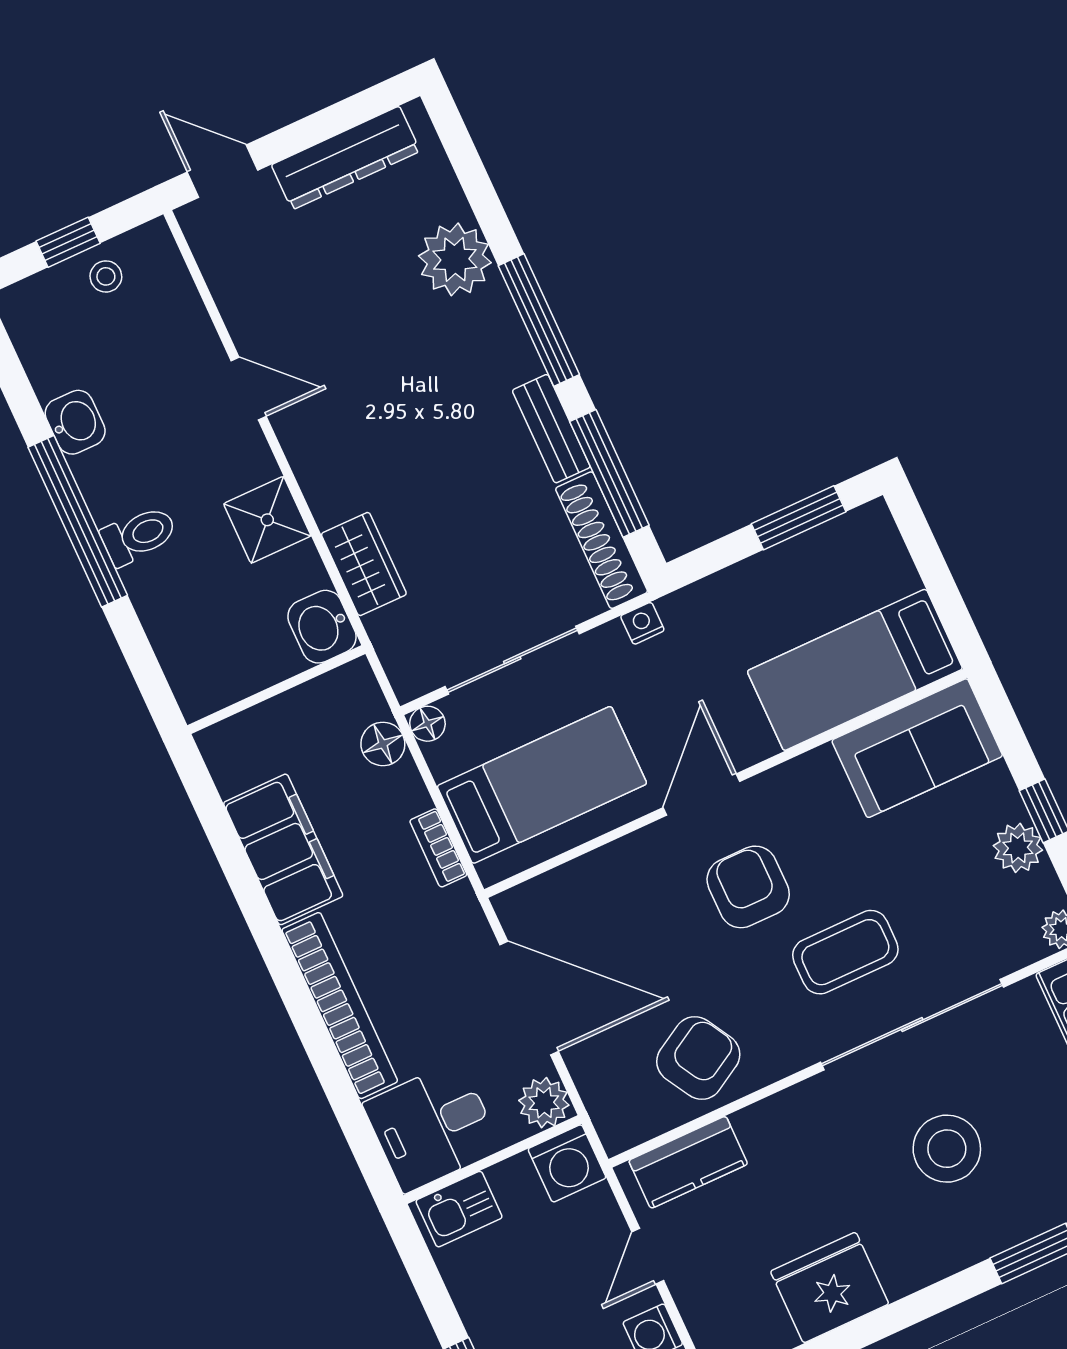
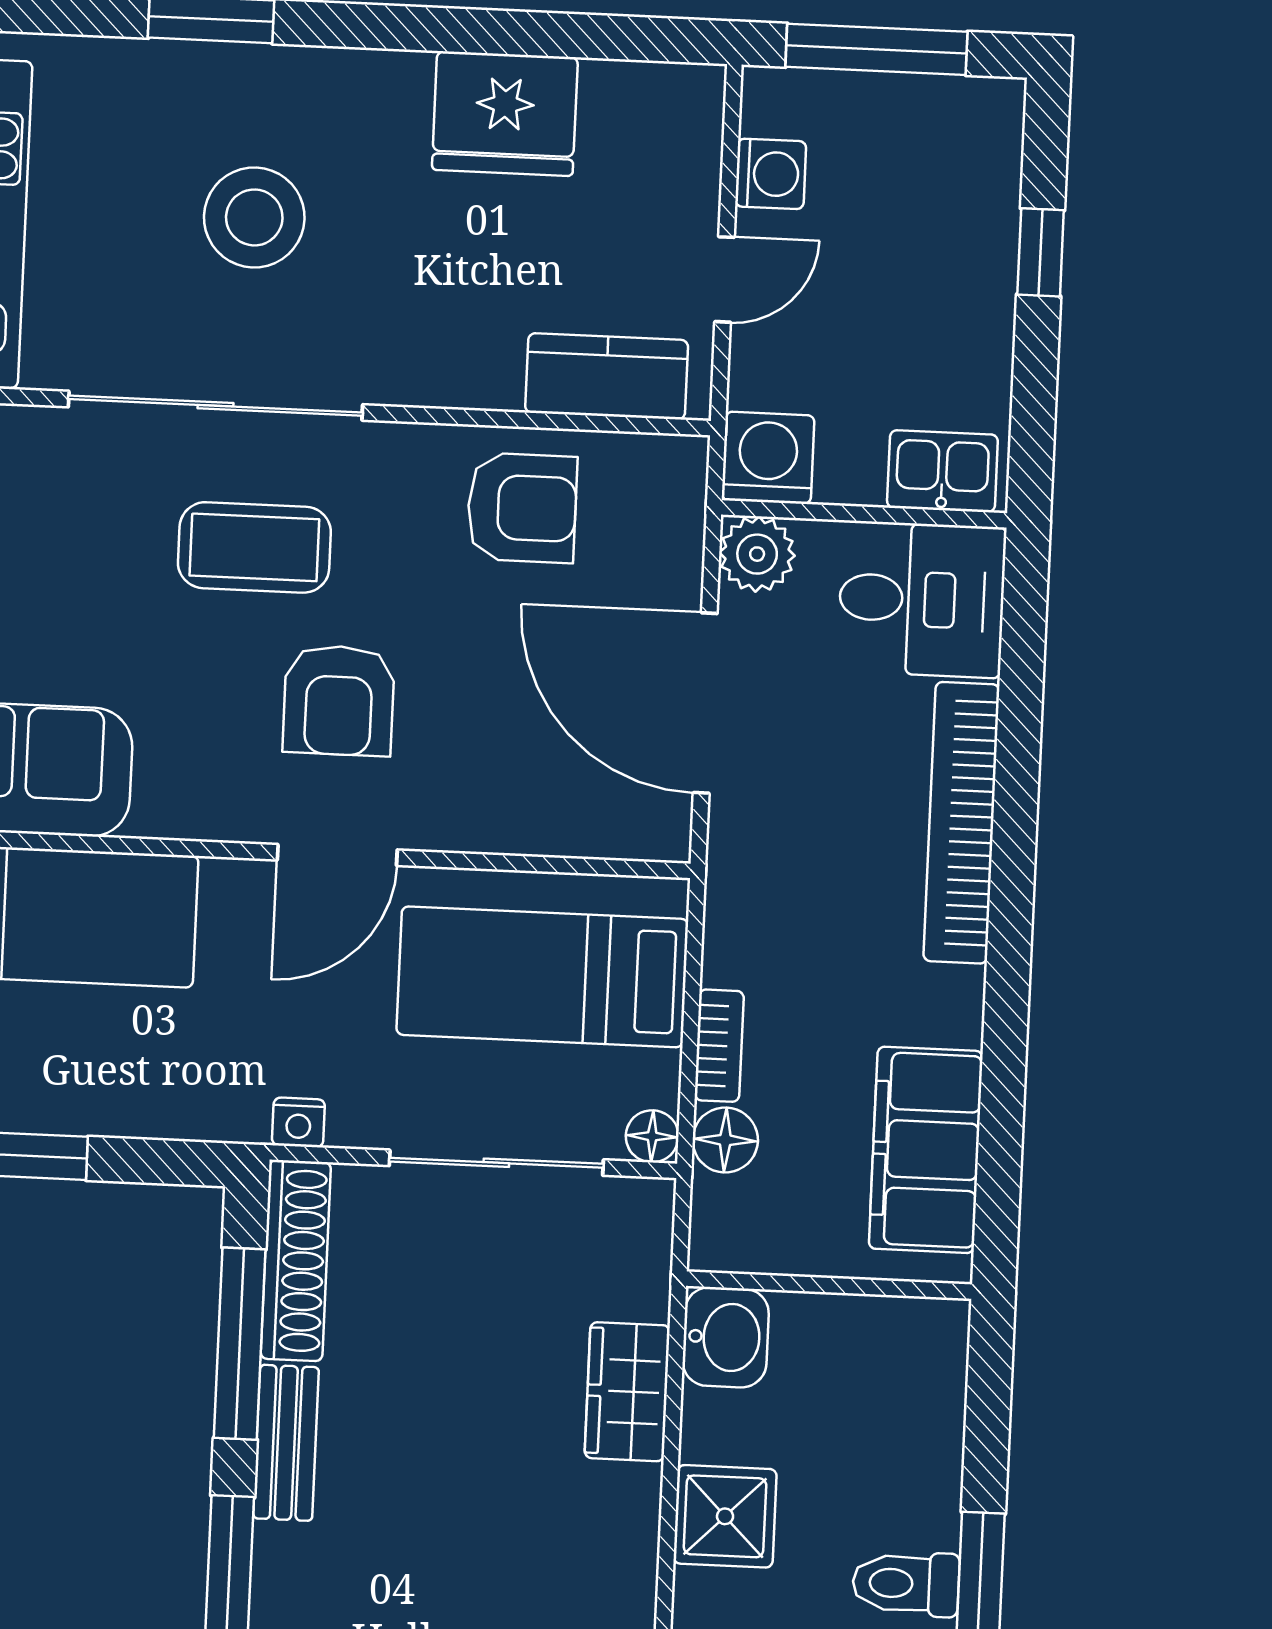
bookcase: (438, 848) -> (719, 1046), moved
filing cabinet: (283, 849) -> (926, 1150), moved
armchair: (698, 1058) -> (522, 508), turned -150

